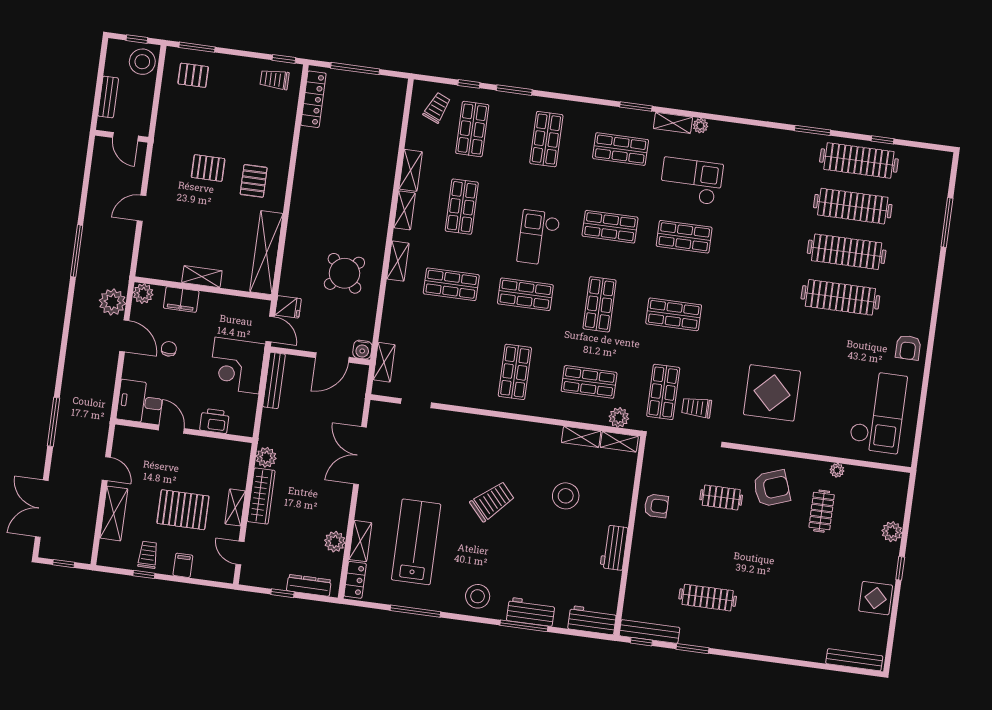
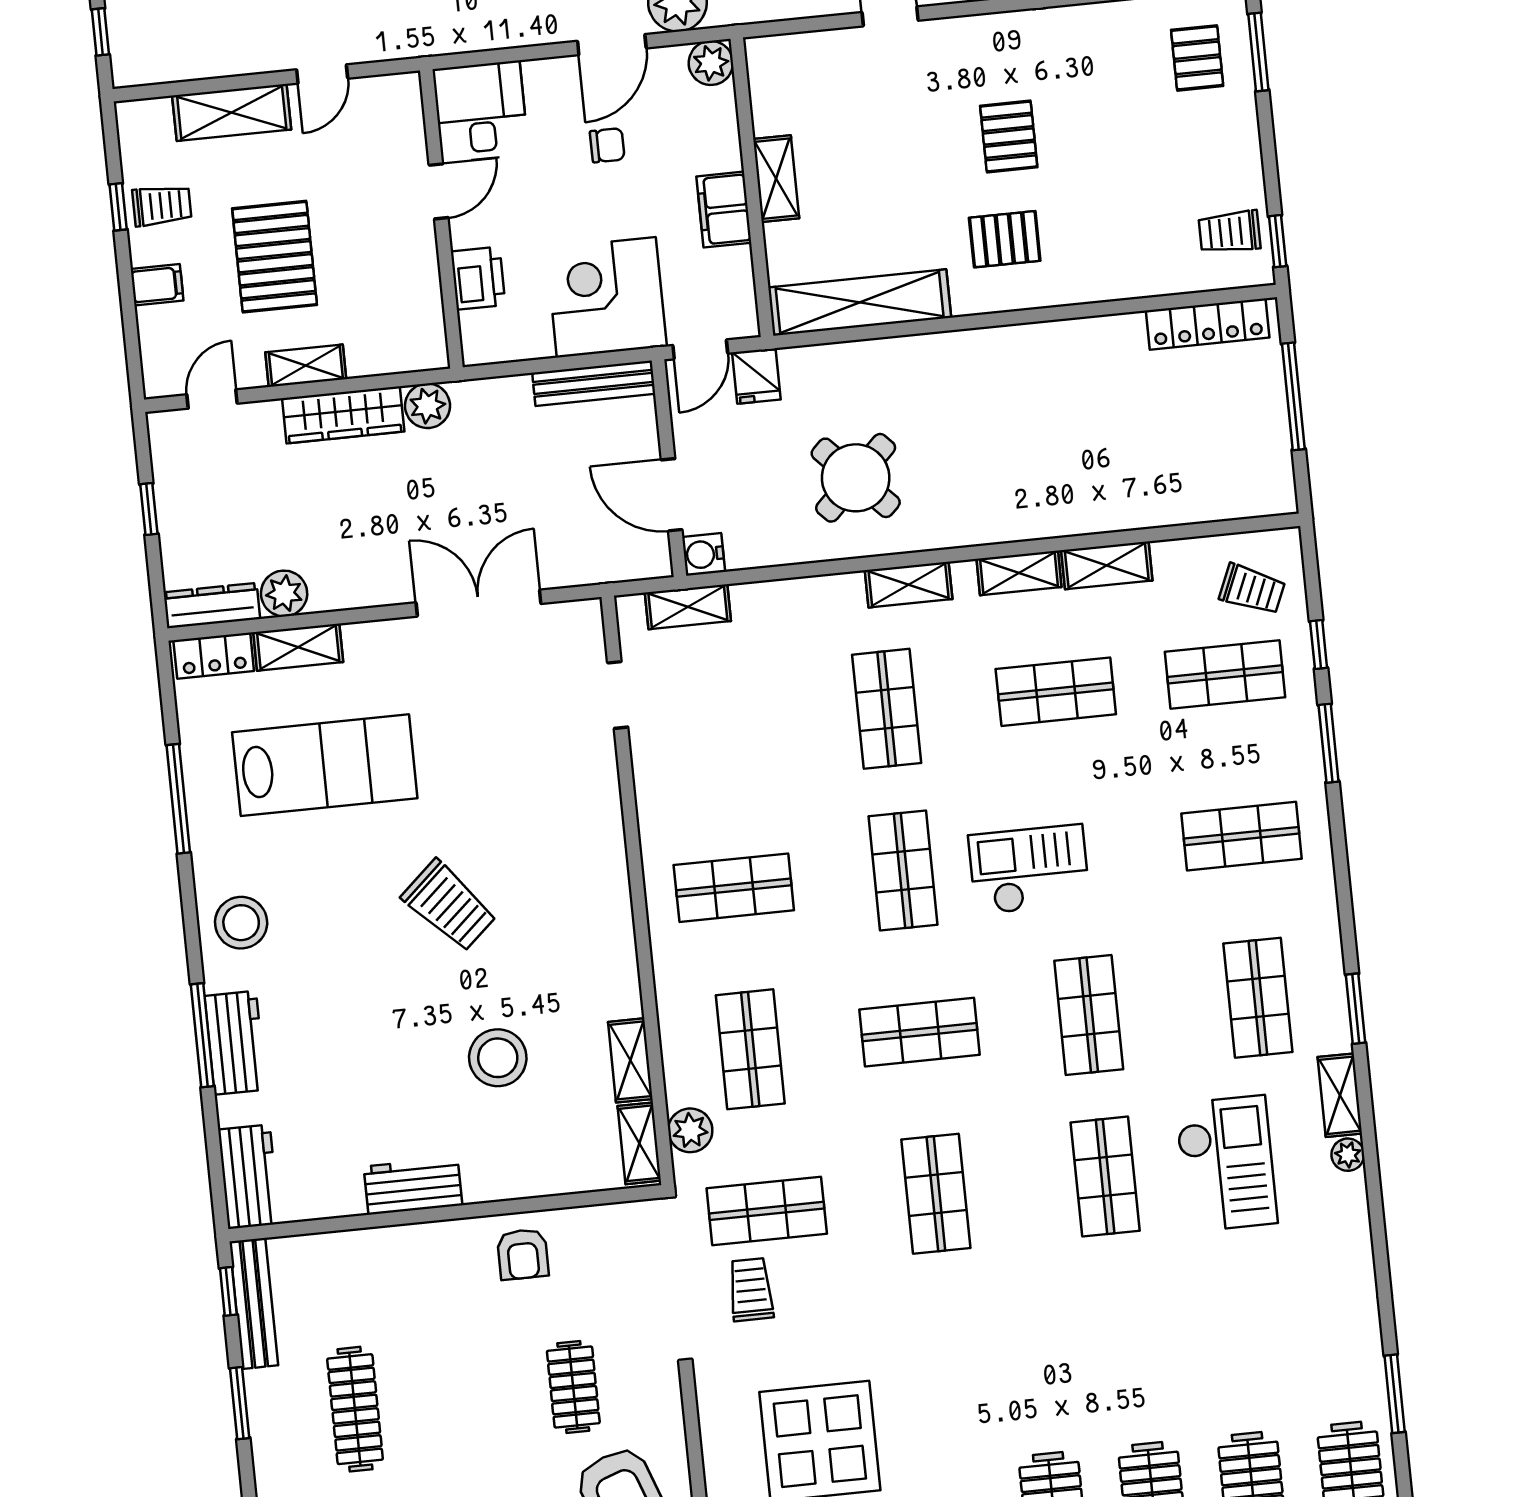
trolley: (275, 79) -> (1229, 232), turned -90
filing cabinet: (181, 300) -> (724, 210), moved
dresser: (309, 585) -> (212, 606), moved, turned -90

